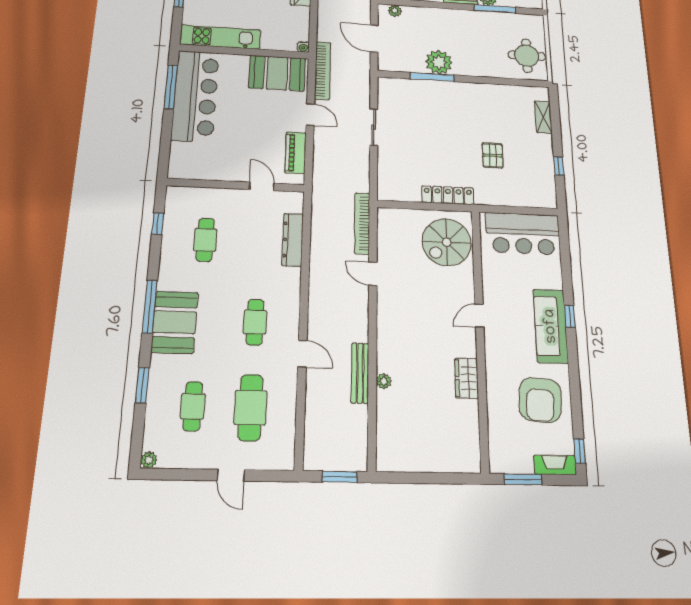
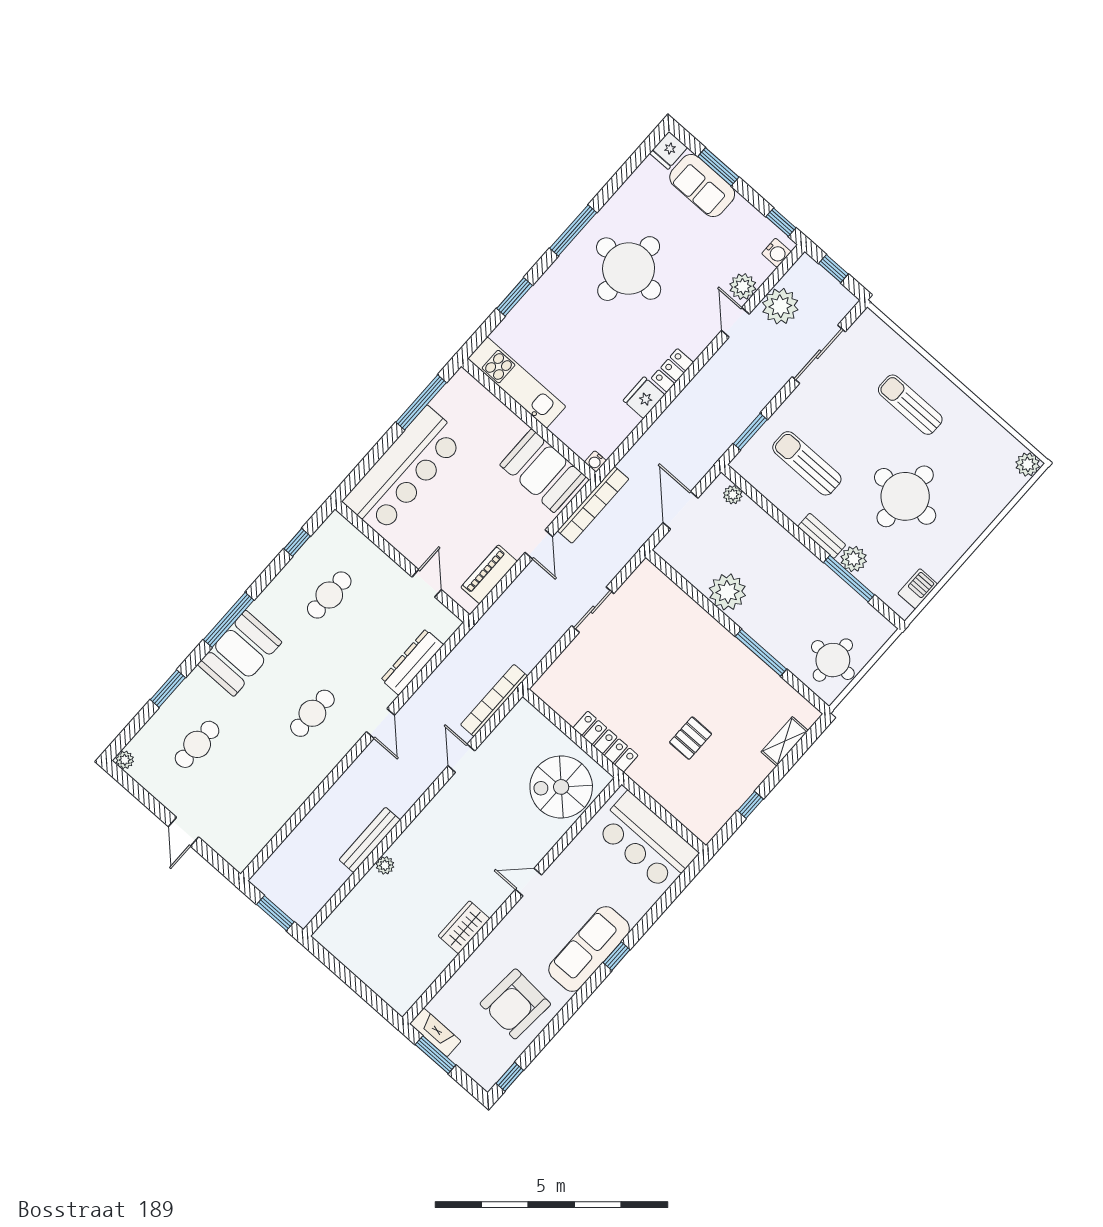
window: (432, 77) -> (761, 653), moved
bar counter: (195, 96) -> (404, 470), moved
door: (302, 354) -> (380, 723), moved
cafe table: (250, 408) -> (246, 788), removed
fireplace: (555, 465) -> (435, 1032), moved

